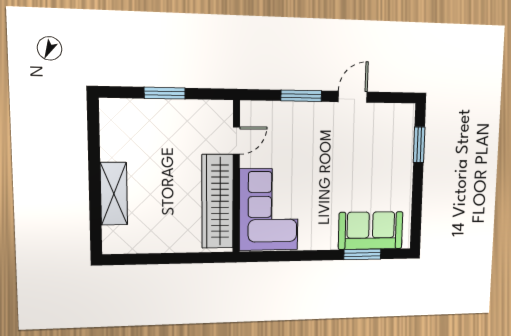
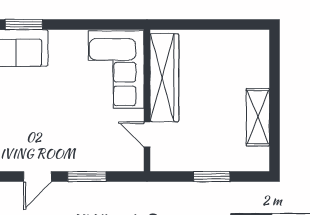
door: (236, 141) -> (147, 134), hinge flipped
shelving: (114, 194) -> (258, 117), moved

